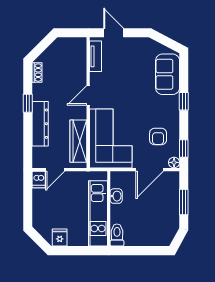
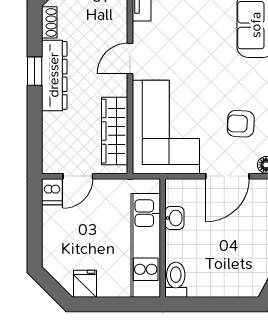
dresser: (40, 124) -> (54, 75), moved
armchair: (158, 137) -> (241, 124), turned 93

